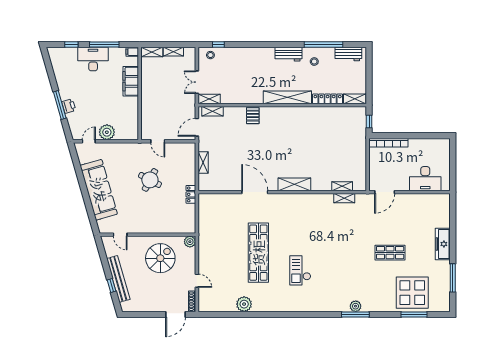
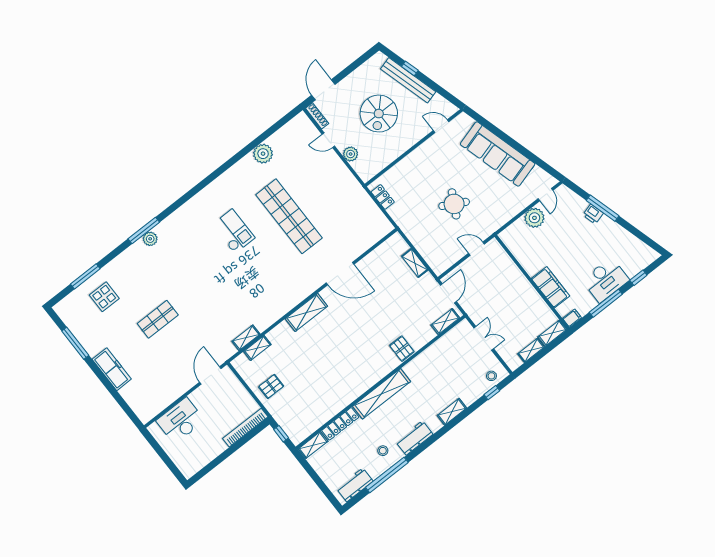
shelving: (209, 99) -> (452, 412), moved
pallet: (352, 156) -> (271, 386), added
locker: (191, 194) -> (383, 197), moved
plant: (190, 242) -> (351, 154), moved
spiral stairs: (160, 258) -> (379, 114), moved
display table: (412, 293) -> (104, 297), width x0.54, depth x0.54

